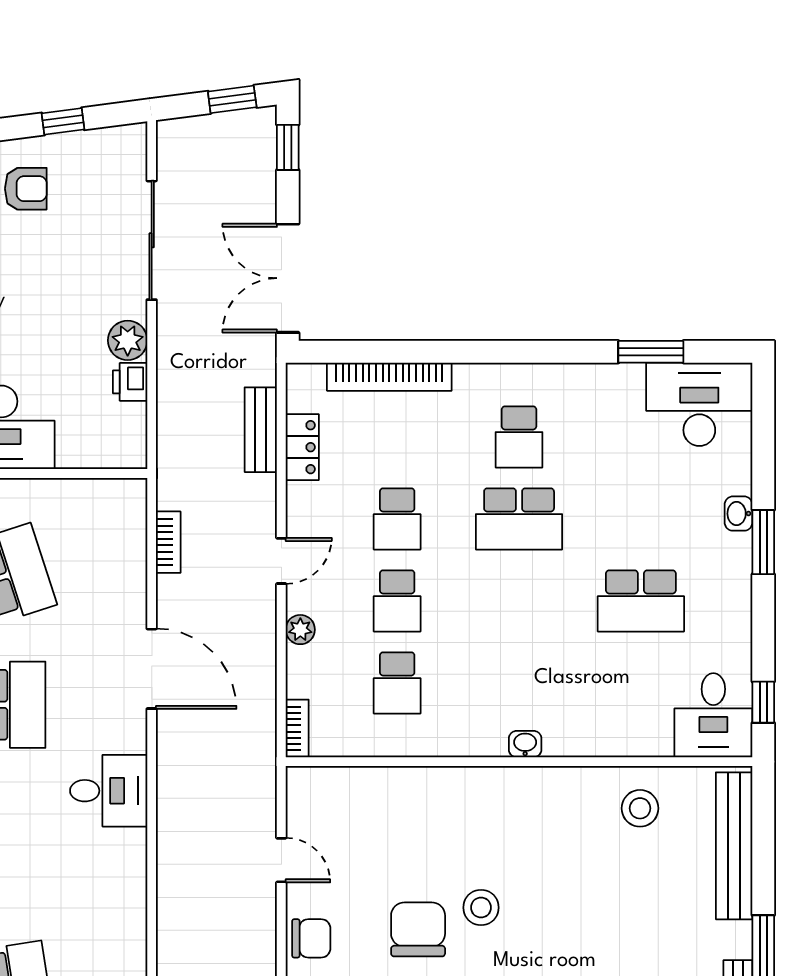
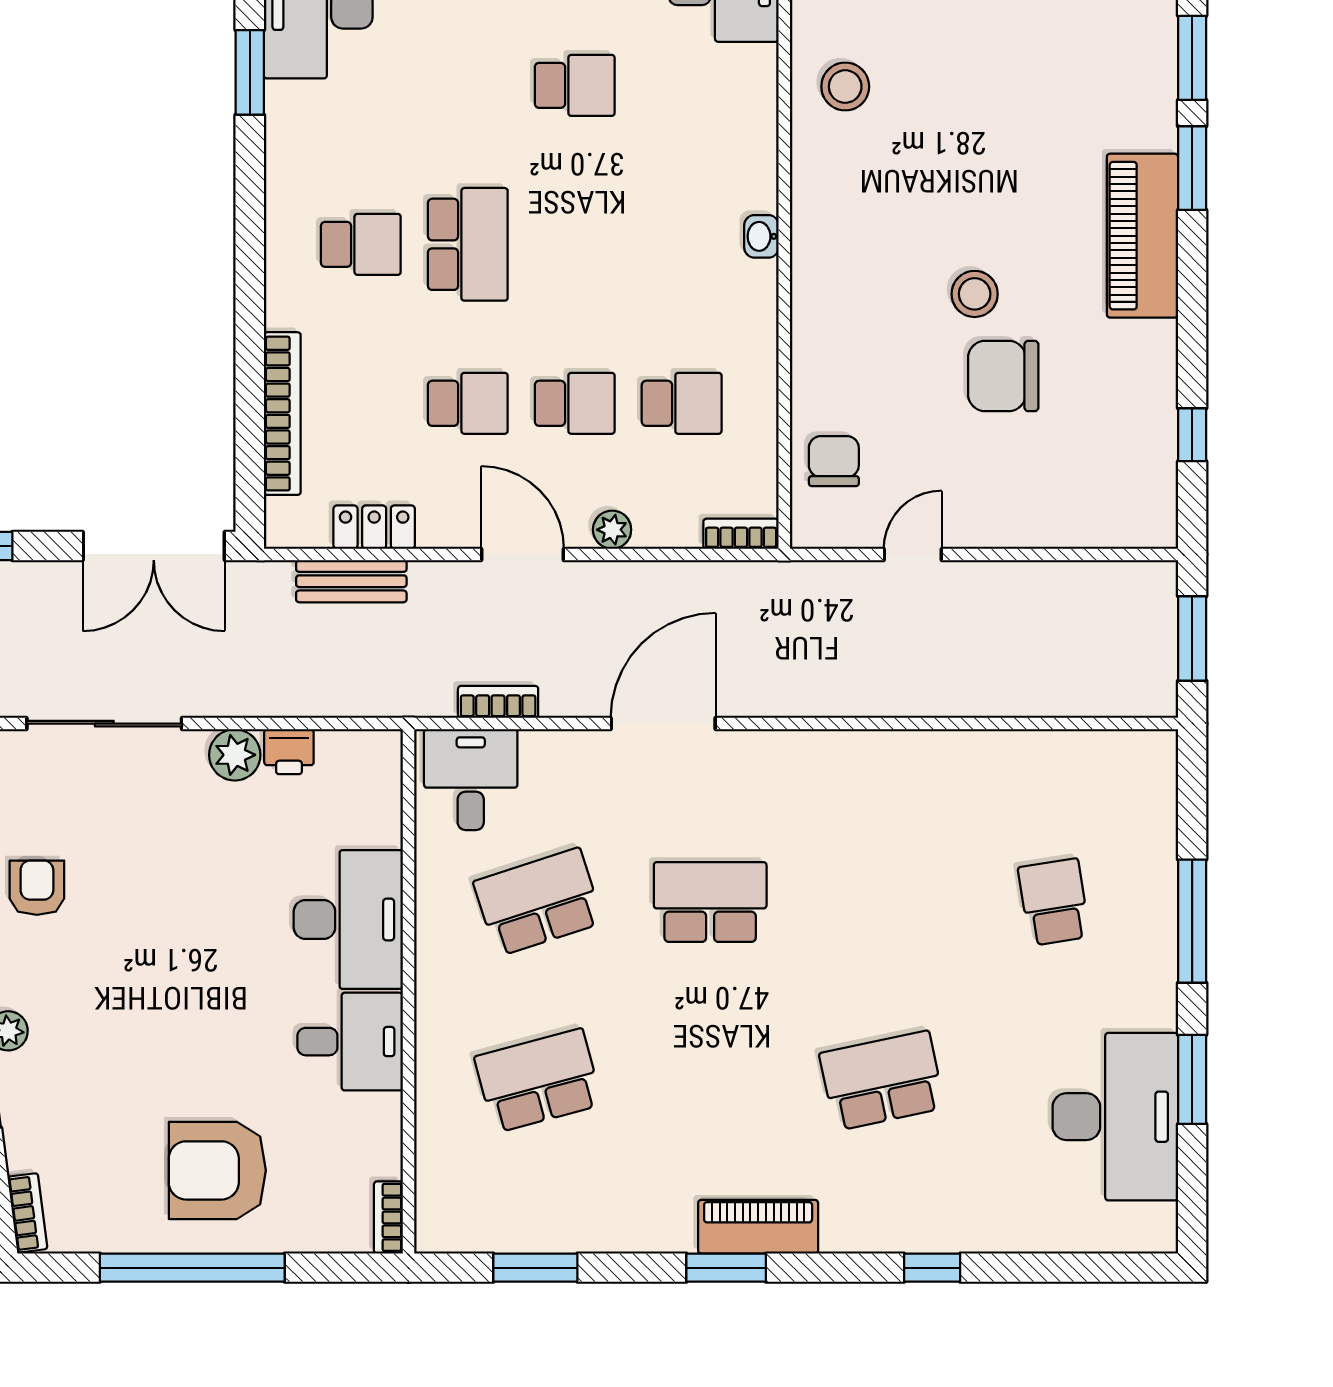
door: (281, 561) -> (522, 554), width x1.38
school desk: (641, 601) -> (575, 85), width x0.54
desk: (109, 791) -> (471, 780), moved
chair: (311, 938) -> (834, 461), moved

